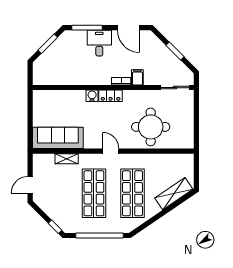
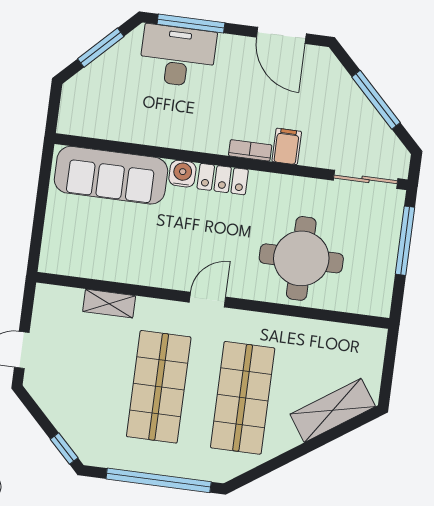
desk: (99, 43) -> (178, 56), moved, width x1.37
window: (175, 51) -> (376, 100), width x1.44
window: (196, 113) -> (405, 241), added
sofa: (58, 138) -> (111, 175), moved, turned 180
door: (111, 151) -> (207, 300), hinge flipped

